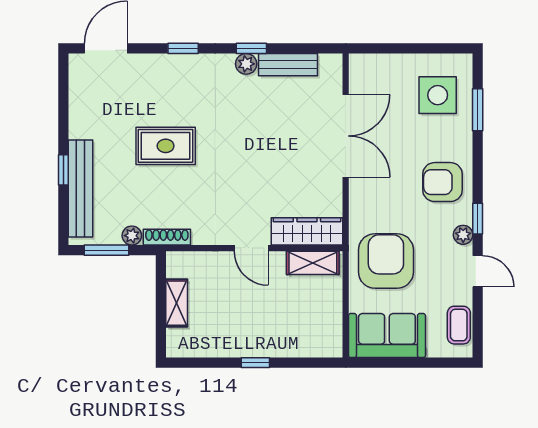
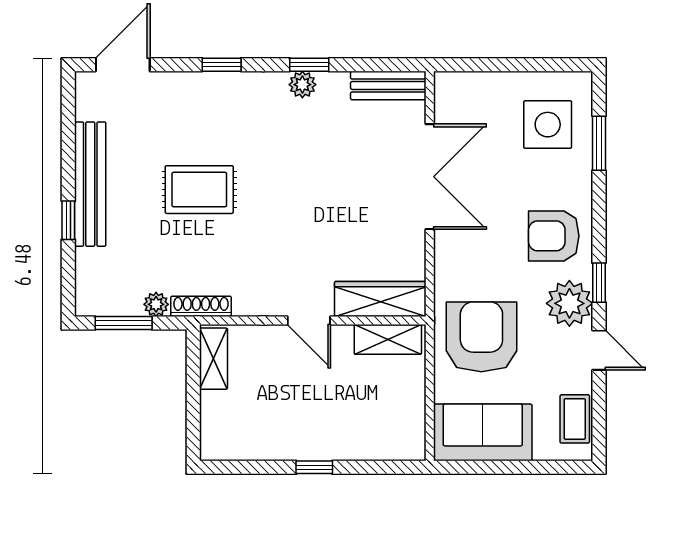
bench: (288, 65) -> (388, 85), moved
bench: (80, 189) -> (90, 184), moved
plant: (463, 235) -> (569, 303), width x1.88, depth x1.88
shelving: (177, 303) -> (213, 359), moved

